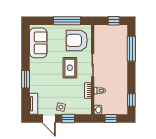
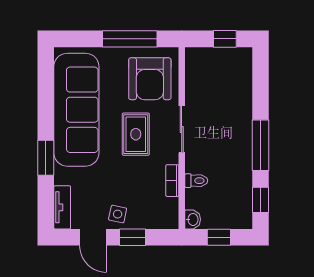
armchair: (77, 40) -> (150, 79), turned -90
sofa: (38, 43) -> (76, 110), width x1.85, depth x1.27
window: (131, 49) -> (260, 145), moved

